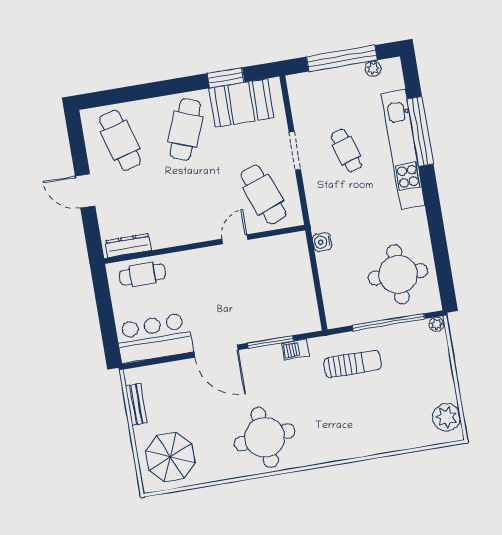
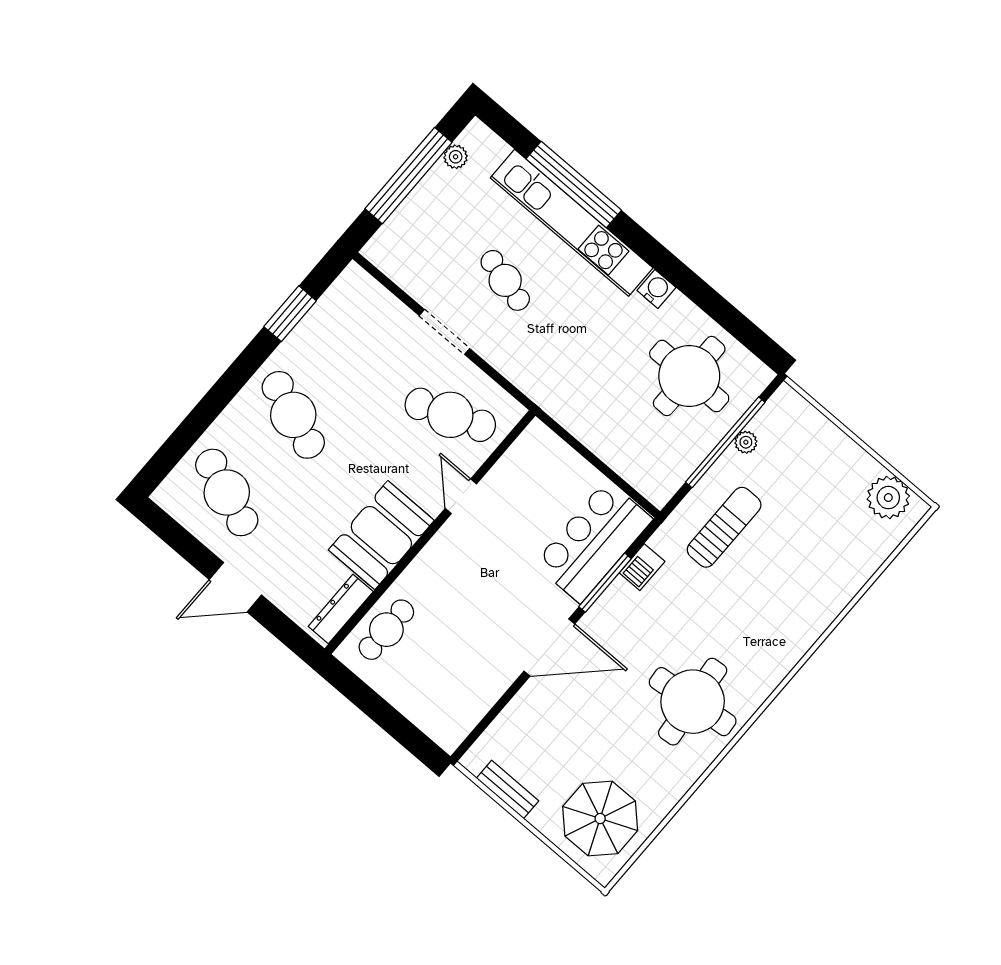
booth: (241, 103) -> (381, 535), moved
cafe table: (120, 140) -> (227, 492), turned 36
cafe table: (346, 151) -> (505, 280), turned 32
water cooler: (322, 242) -> (656, 289), moved, turned 180
plant: (437, 324) -> (746, 442), moved
bar counter: (154, 338) -> (593, 541), moved

